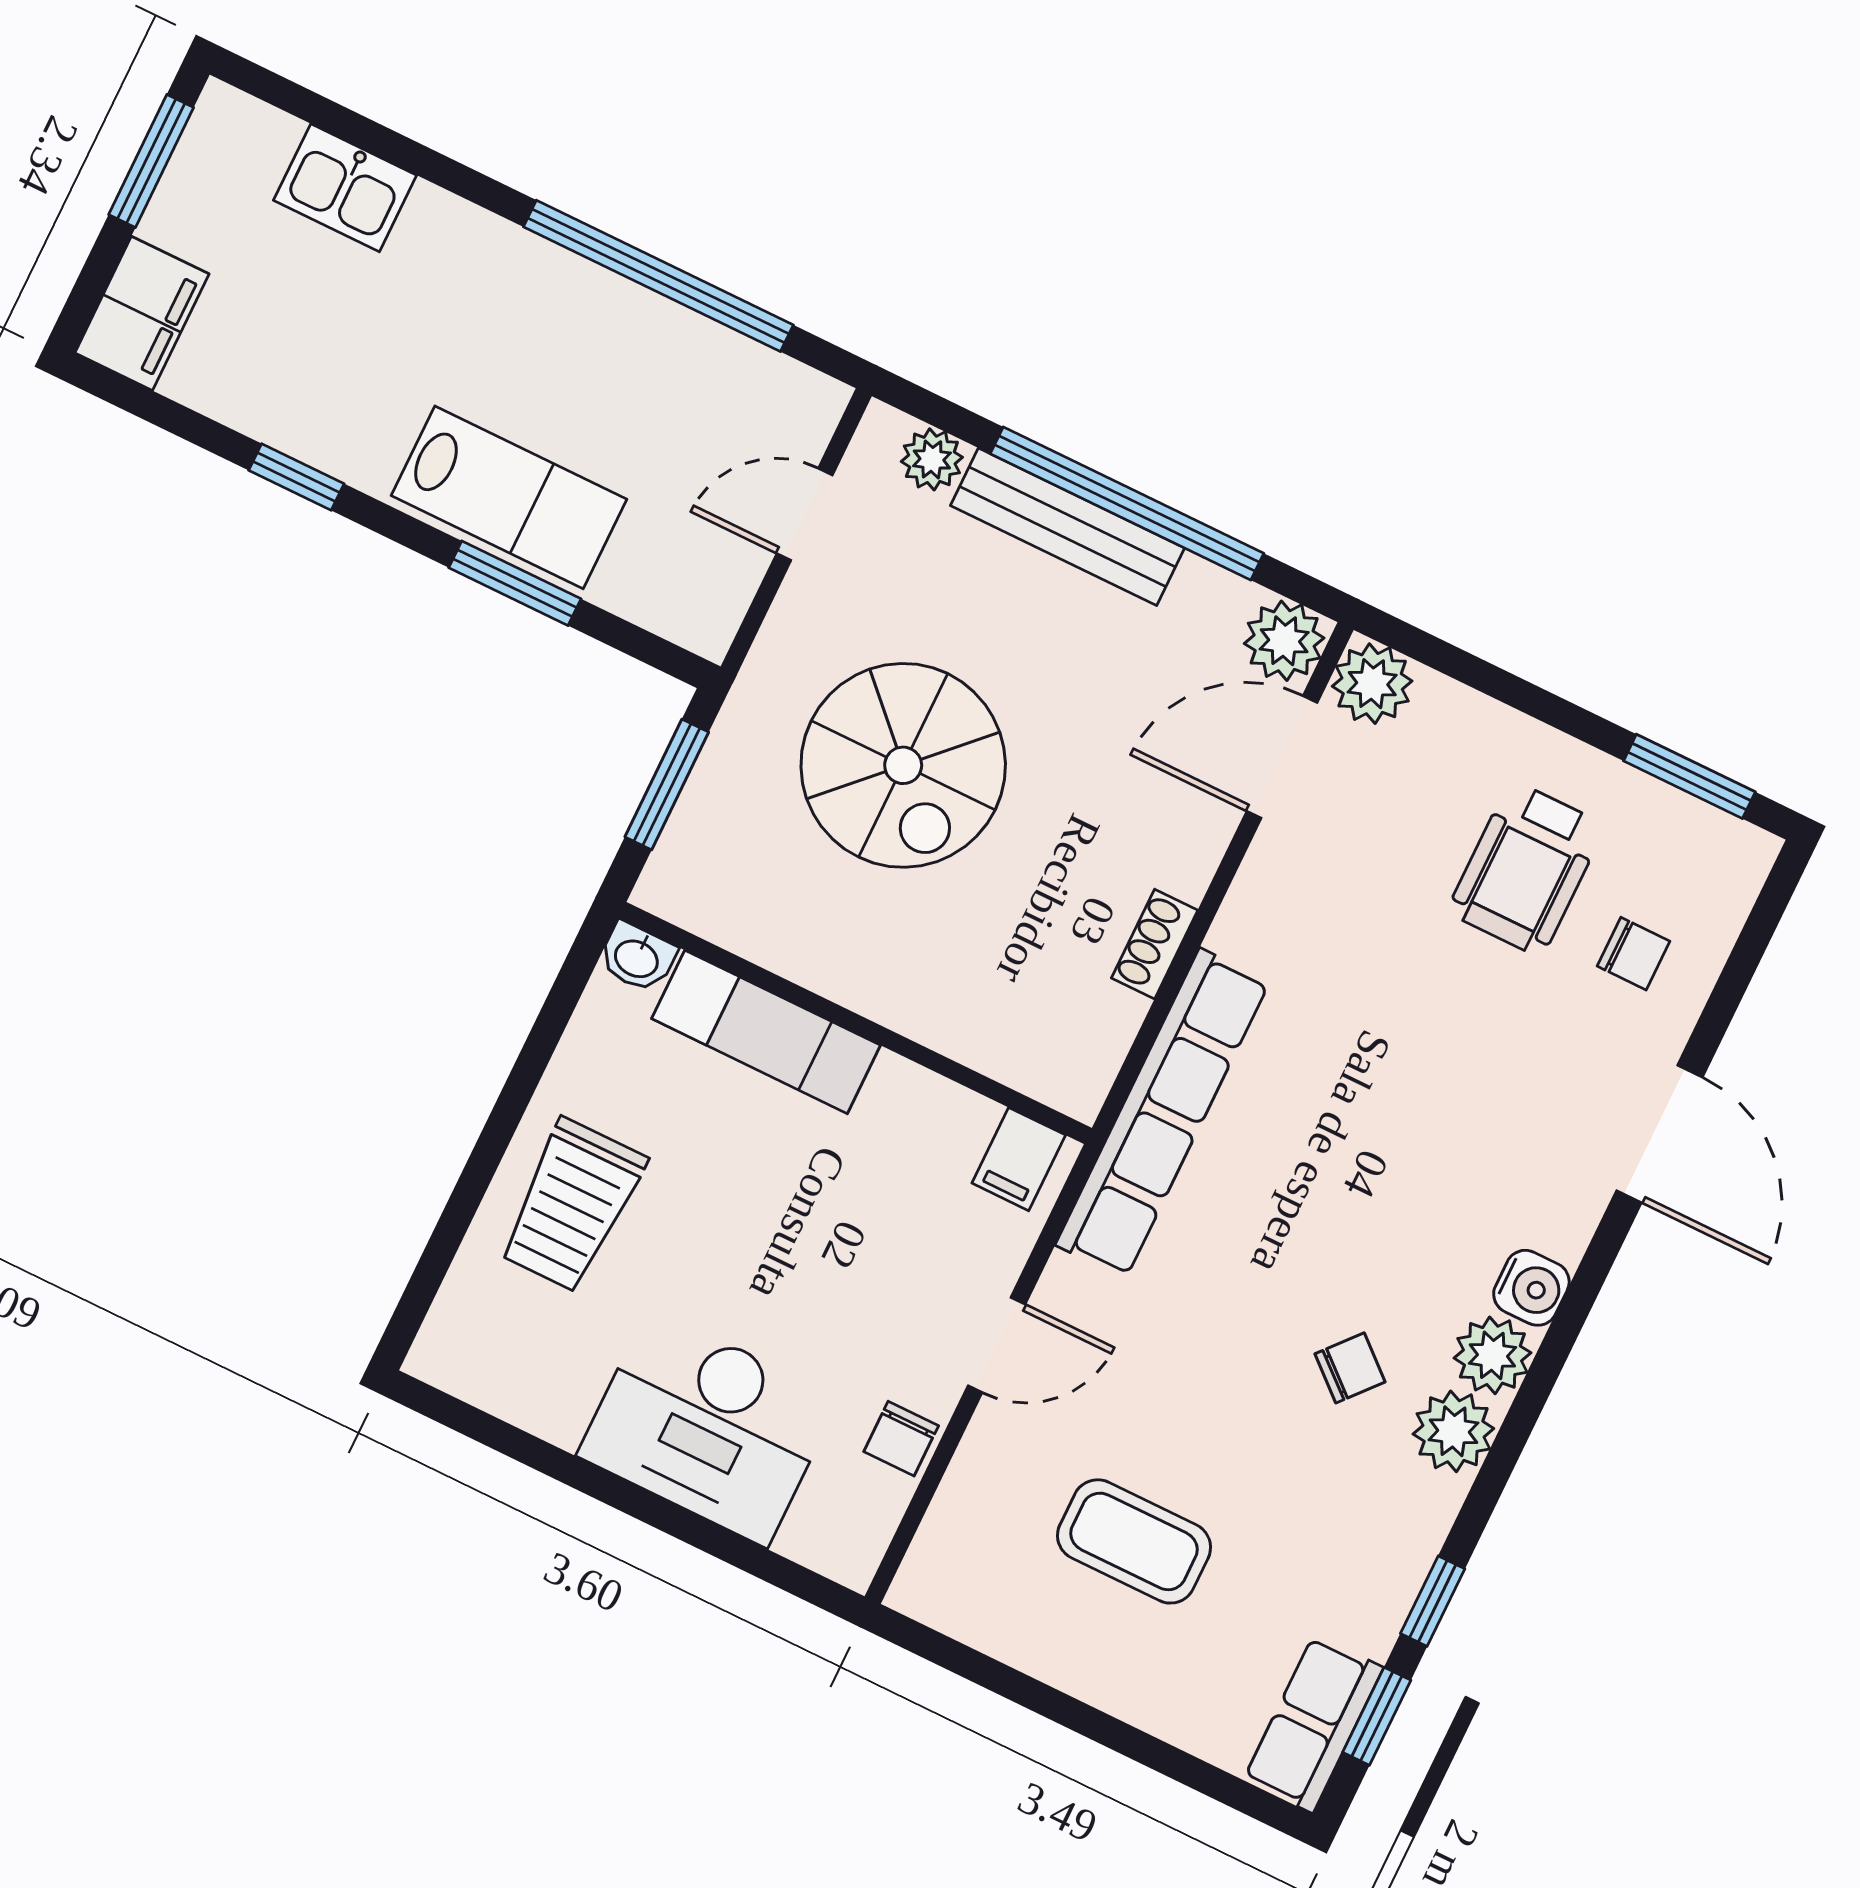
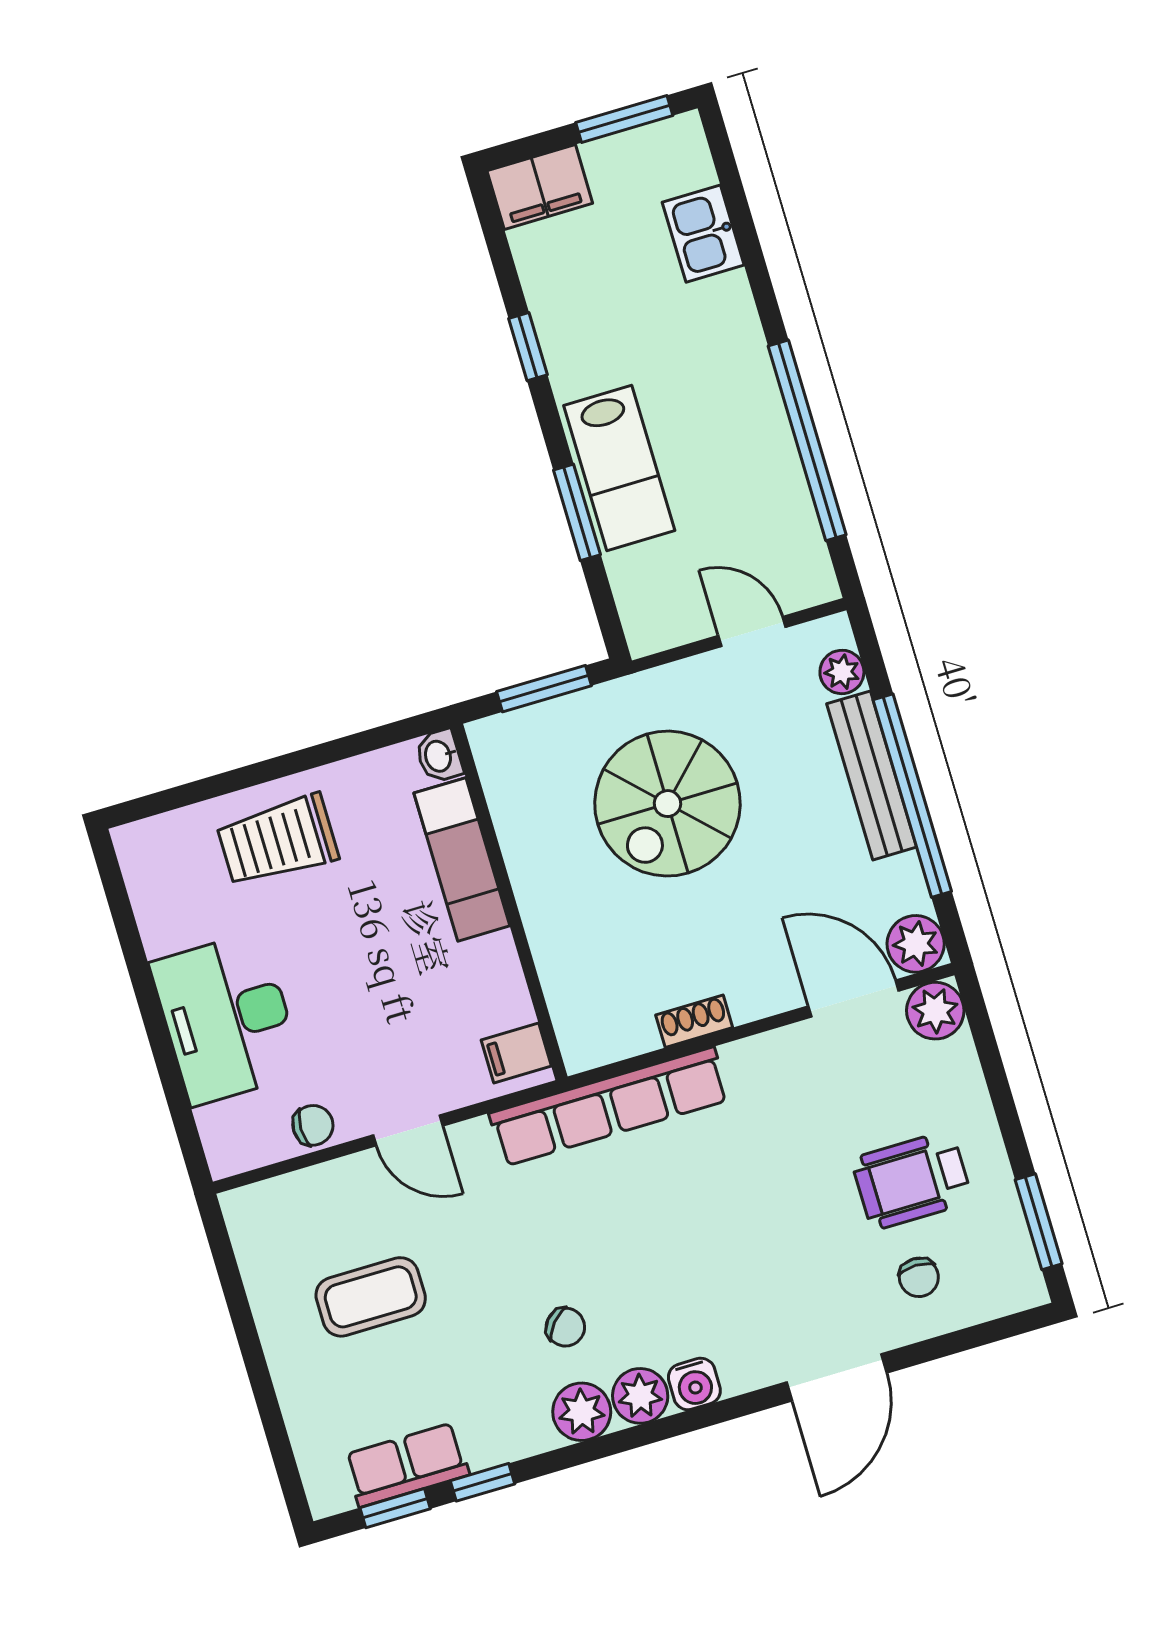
chair: (901, 1439) -> (313, 1125), turned 180
coffee table: (1134, 1541) -> (371, 1297), turned 90
row of seats: (1313, 1724) -> (407, 1465), moved

